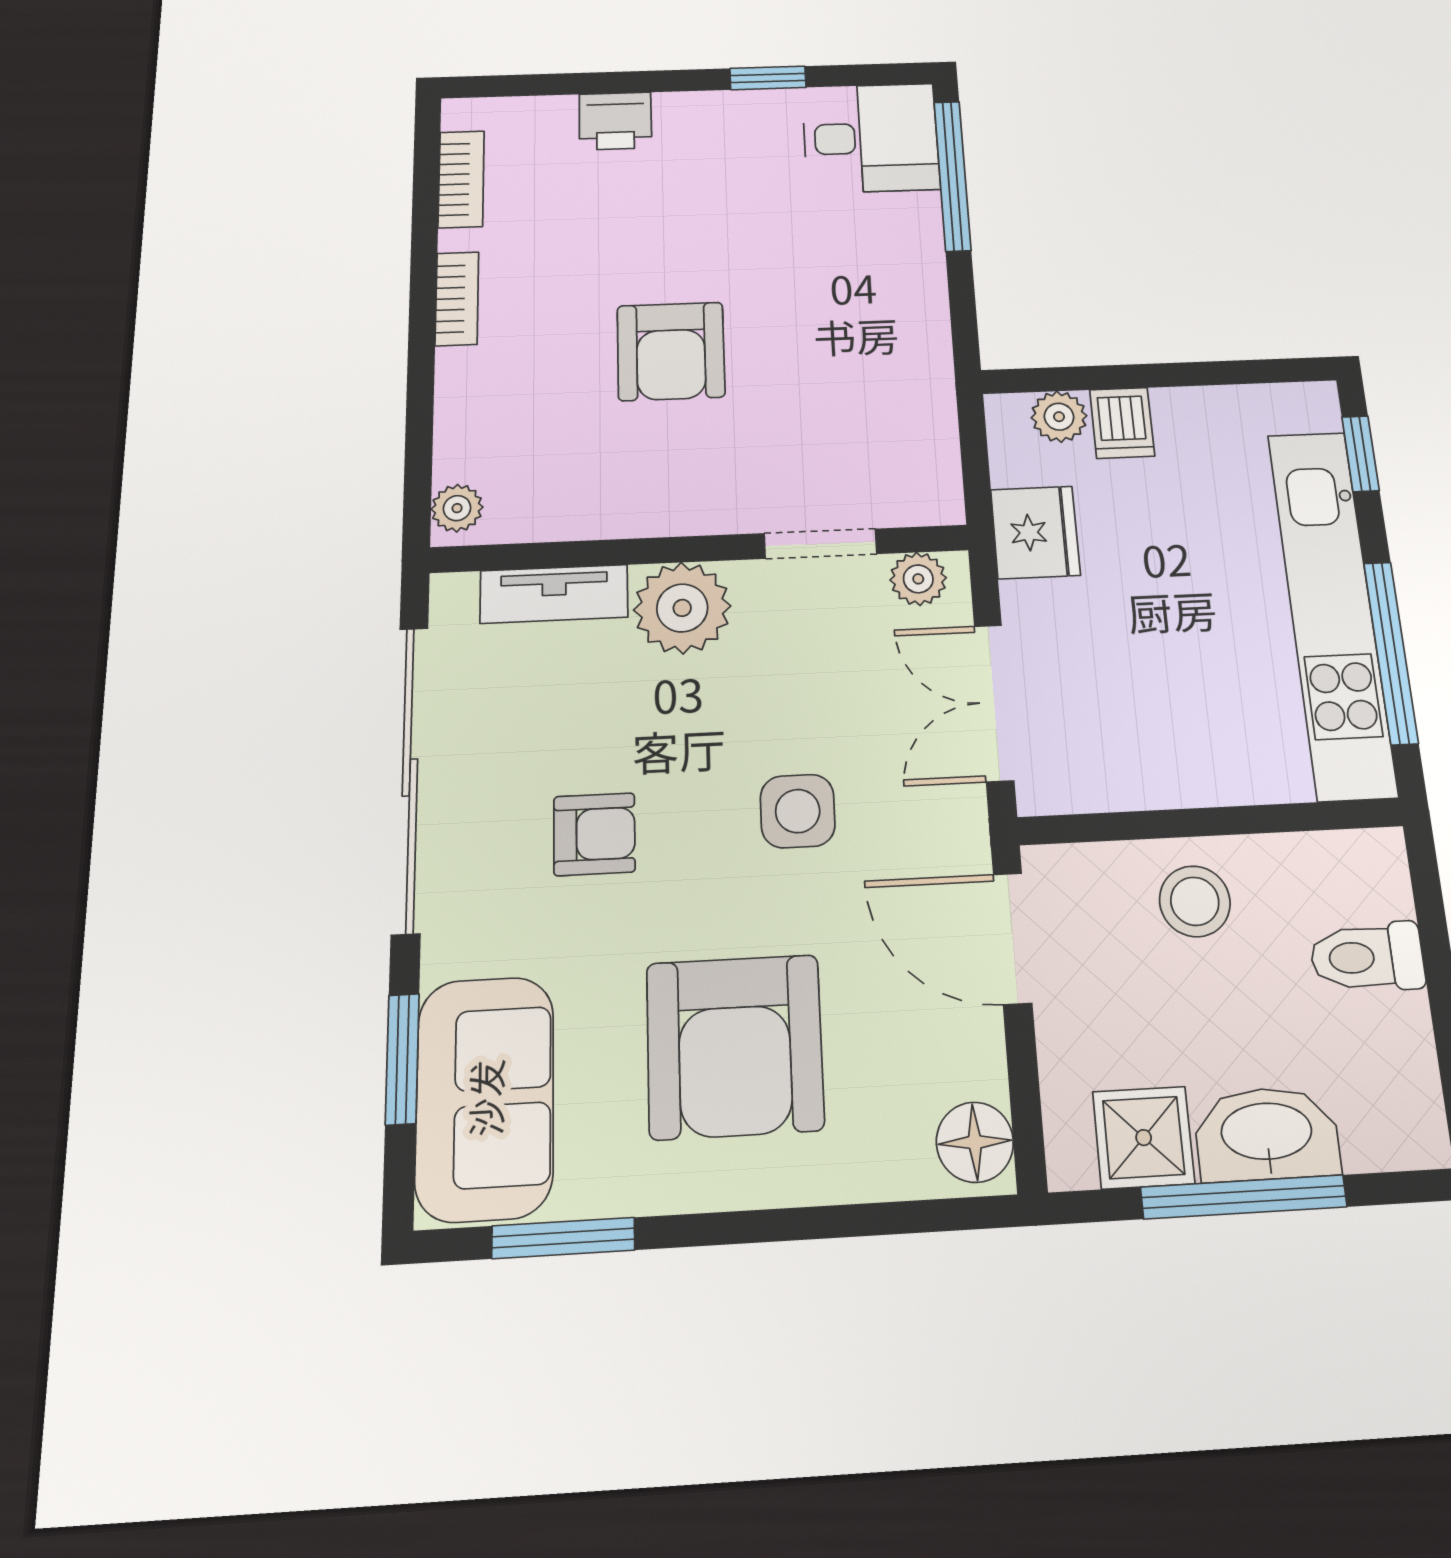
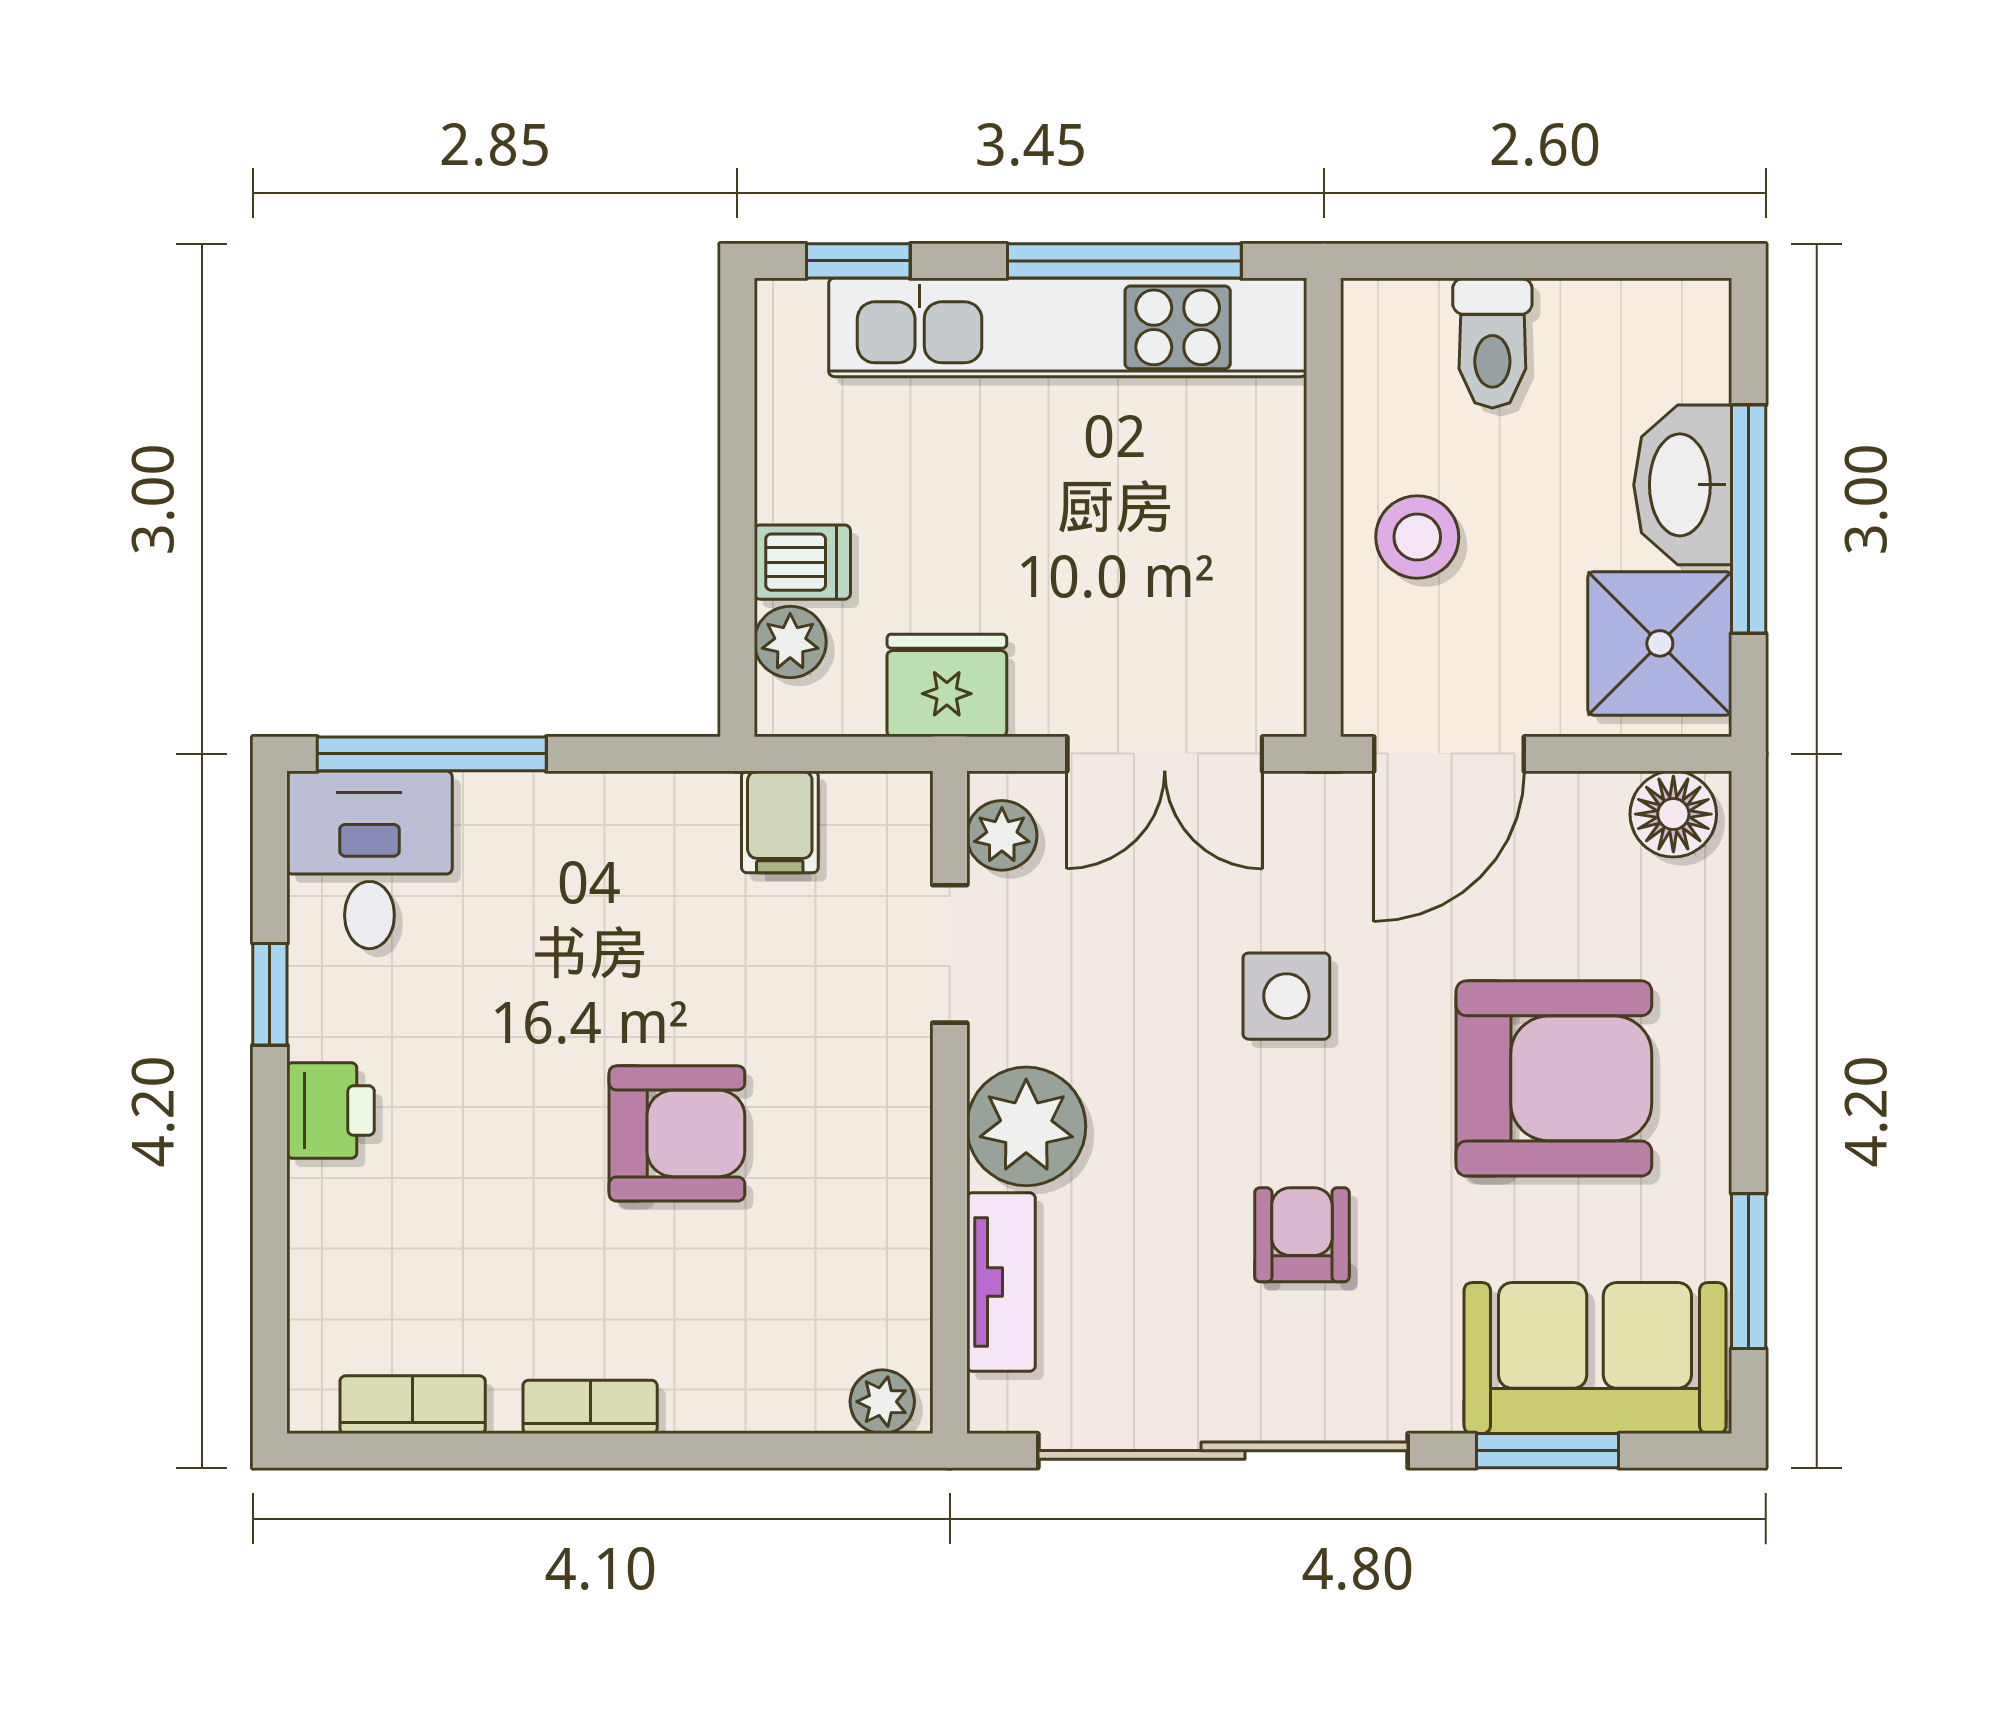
printer: (615, 121) -> (331, 1111), moved
filing cabinet: (918, 415) -> (780, 822), added
shower: (1144, 1138) -> (1660, 643), width x1.36, depth x1.36

